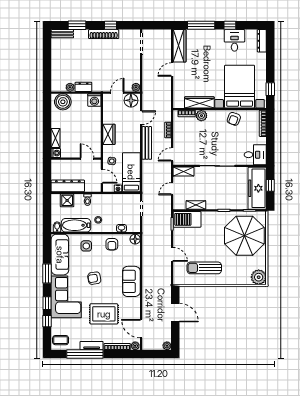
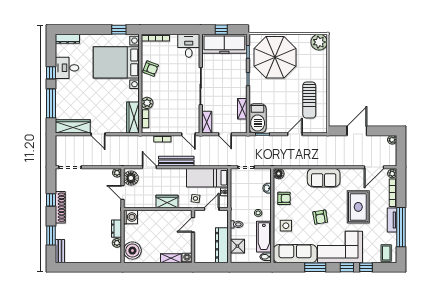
wardrobe: (199, 102) -> (133, 117), moved

